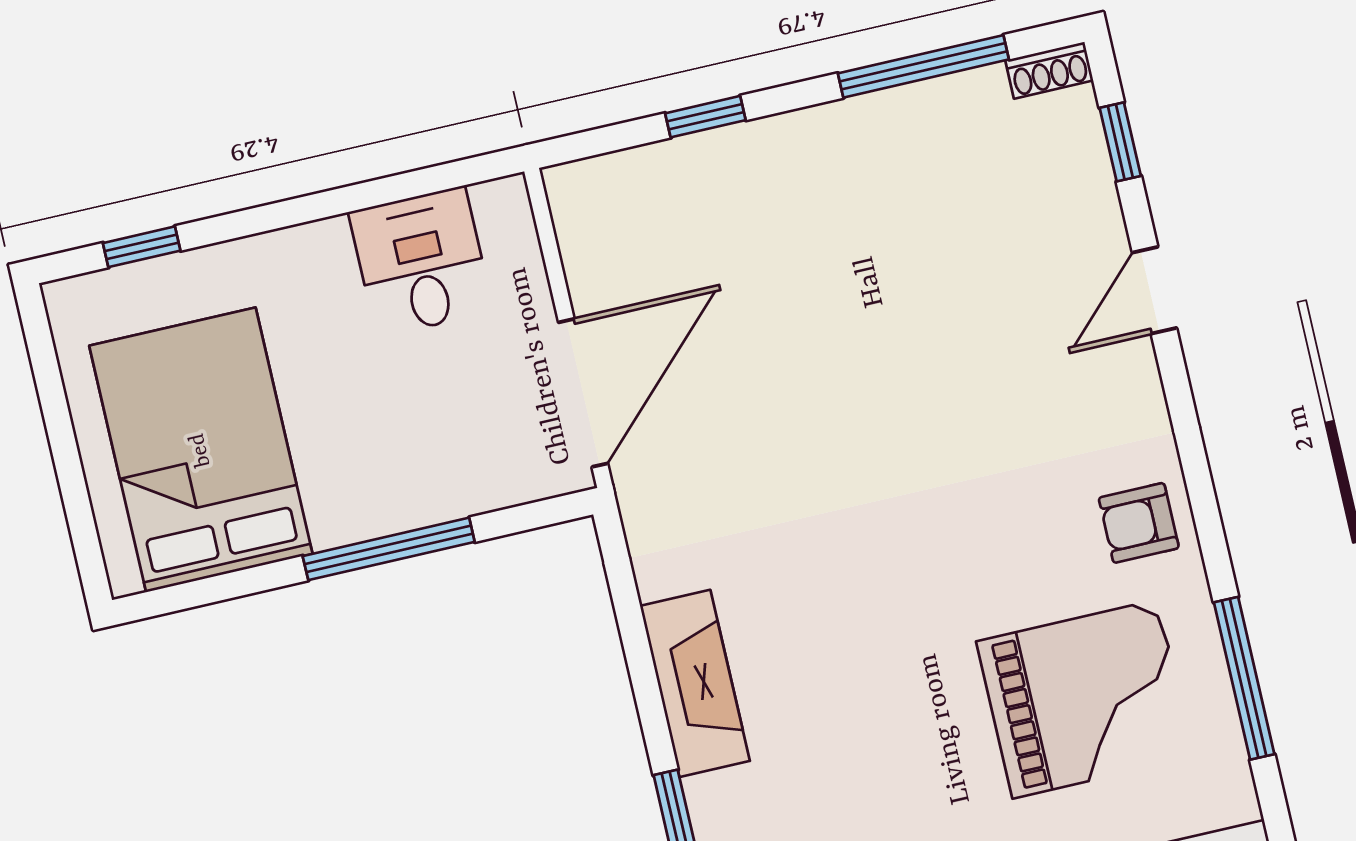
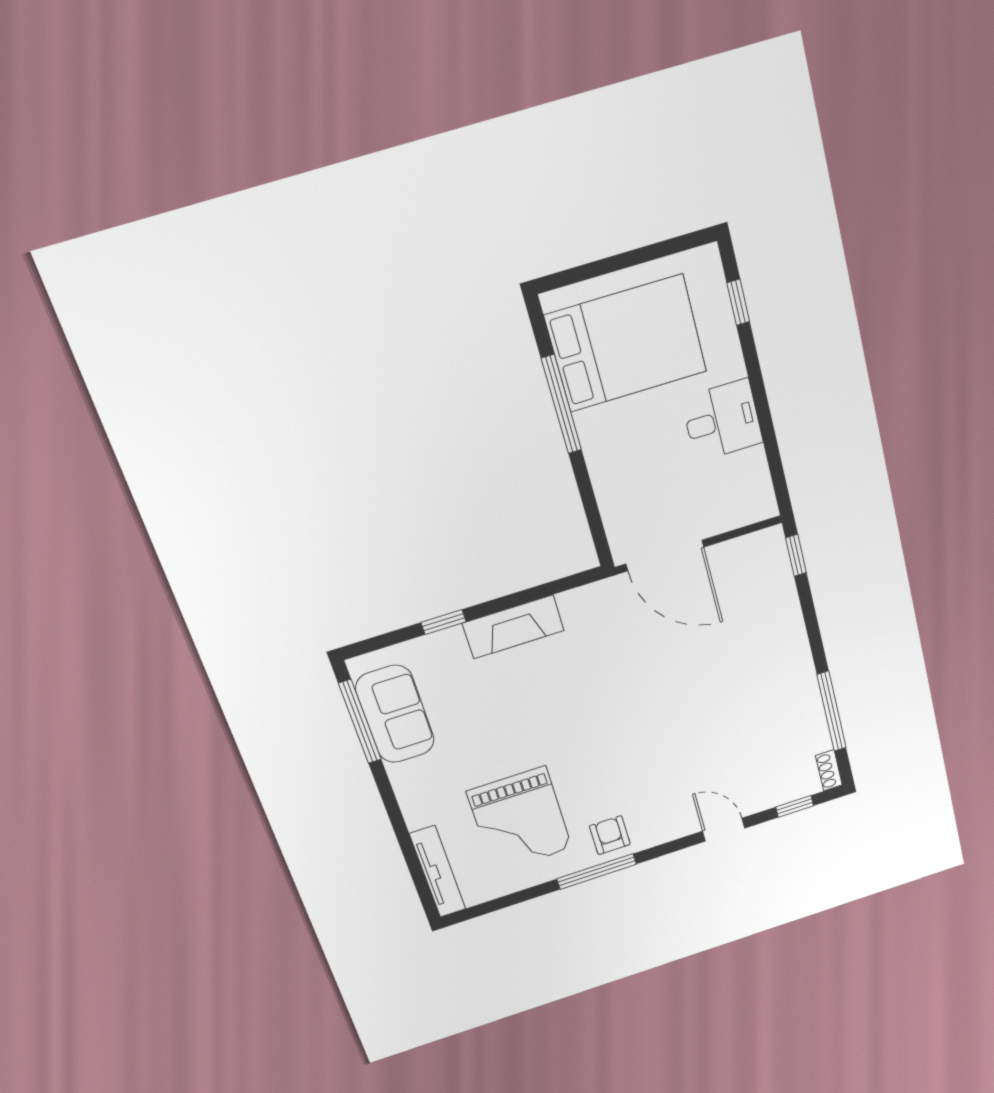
window: (705, 117) -> (796, 555), moved
desk: (421, 262) -> (722, 420), moved
window: (389, 549) -> (561, 404), moved
window: (1244, 678) -> (597, 872), moved

